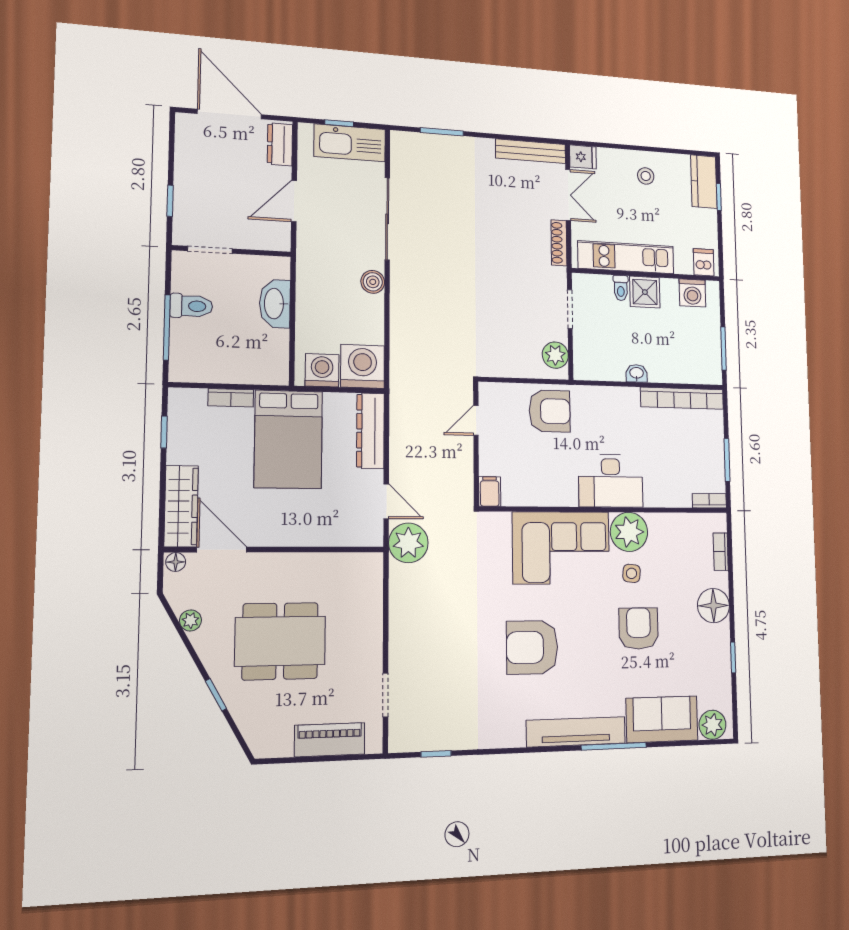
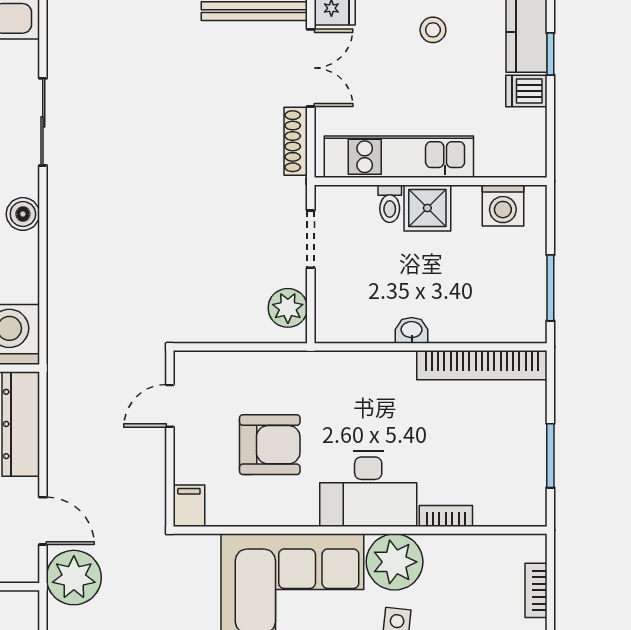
sliding door: (387, 219) -> (43, 122), width x0.73
dishwasher: (704, 262) -> (526, 91), moved, turned -90
armchair: (550, 411) -> (270, 445), moved
bookcase: (709, 501) -> (446, 516), moved

